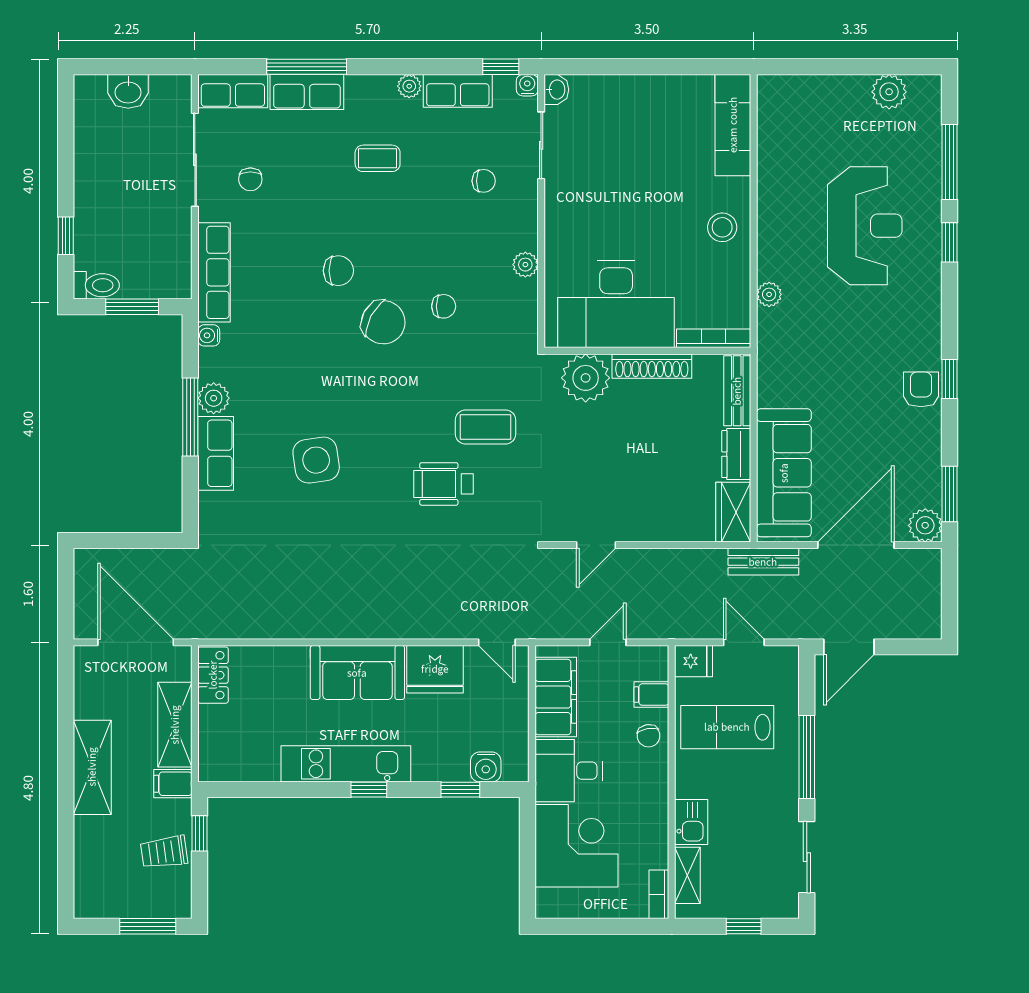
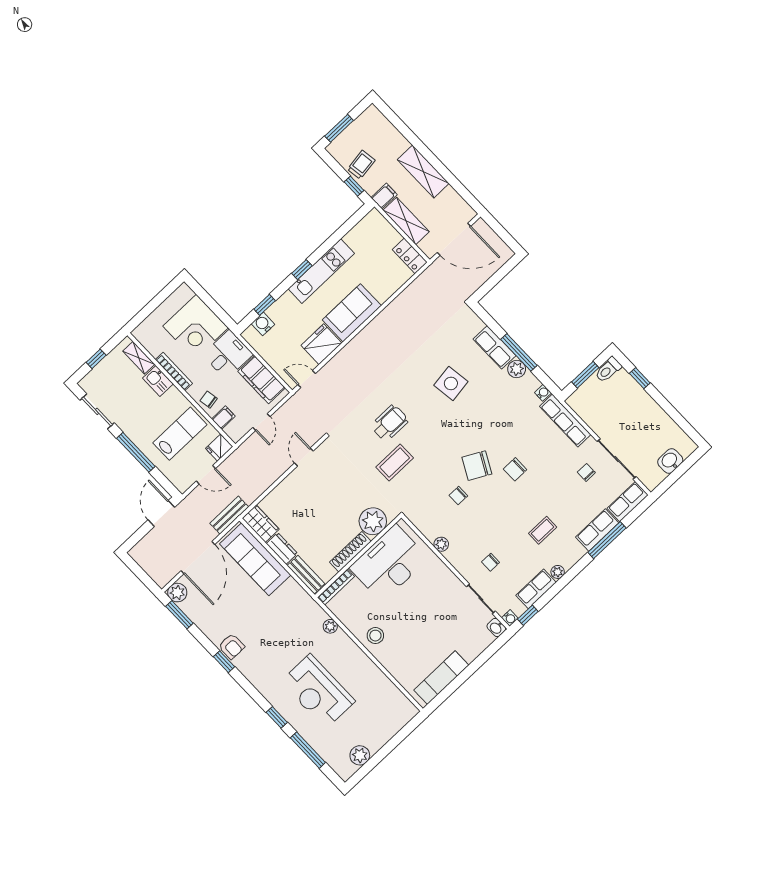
exam couch: (733, 125) -> (441, 678), moved, turned -90
bookcase: (659, 894) -> (174, 372), moved, width x1.56

